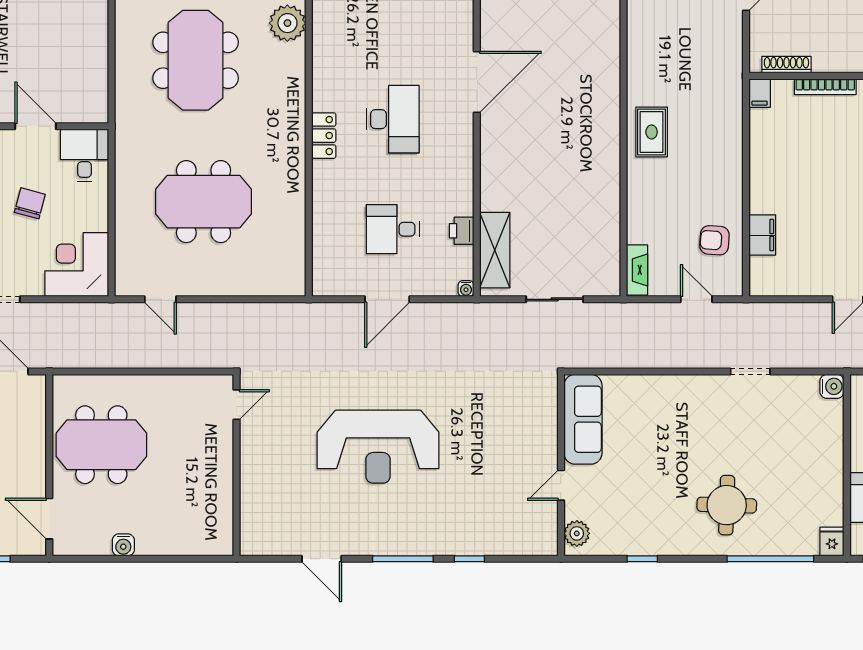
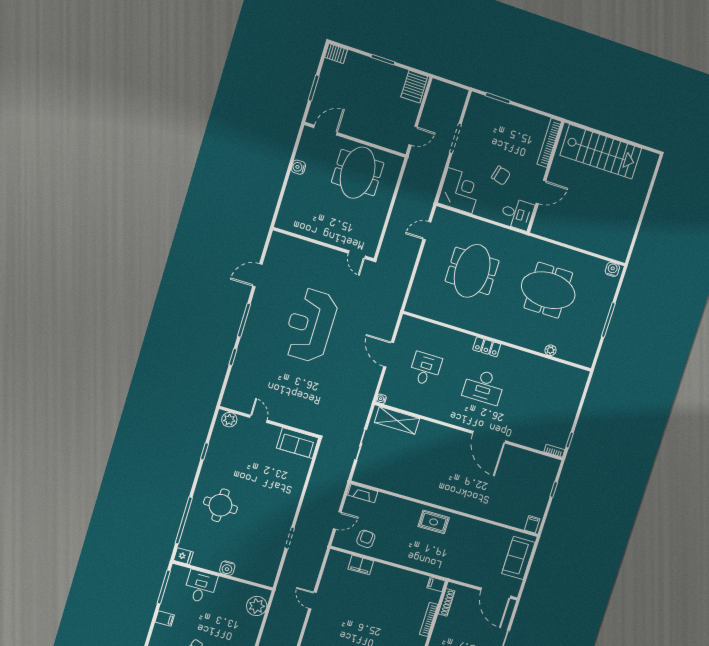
plant: (287, 23) -> (551, 350), width x0.53, depth x0.53
printer: (462, 231) -> (413, 406), removed
water cooler: (832, 386) -> (227, 568), moved
sofa: (583, 419) -> (298, 443), width x0.73

